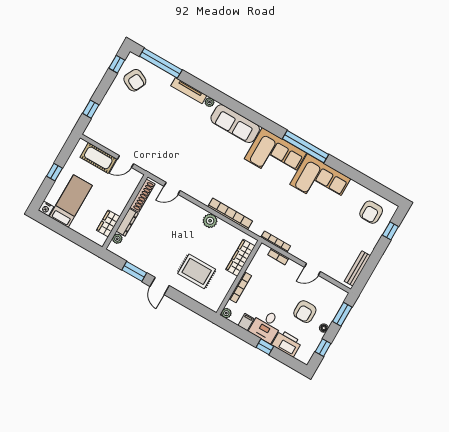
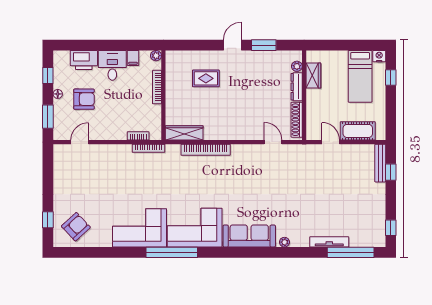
armchair: (135, 80) -> (365, 223), removed
tv unit: (189, 91) -> (329, 242), moved
door: (125, 162) -> (331, 142), hinge flipped
window: (54, 172) -> (391, 78), moved
door: (172, 188) -> (273, 142), hinge flipped
armchair: (371, 212) -> (76, 227), turned 47
plant: (210, 221) -> (221, 133), removed
wardrobe: (240, 258) -> (184, 133), moved, turned -90
bench: (357, 268) -> (380, 163), moved
door: (312, 269) -> (80, 142), moved
rug: (197, 271) -> (206, 78), width x0.73, depth x0.70
door: (160, 286) -> (232, 45), hinge flipped
armchair: (305, 312) -> (84, 99), turned 90
window: (265, 347) -> (102, 45), removed

